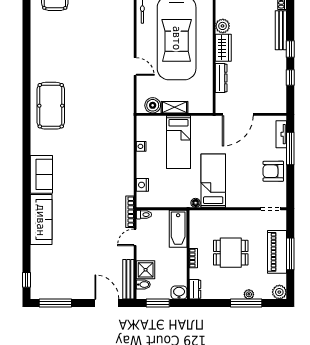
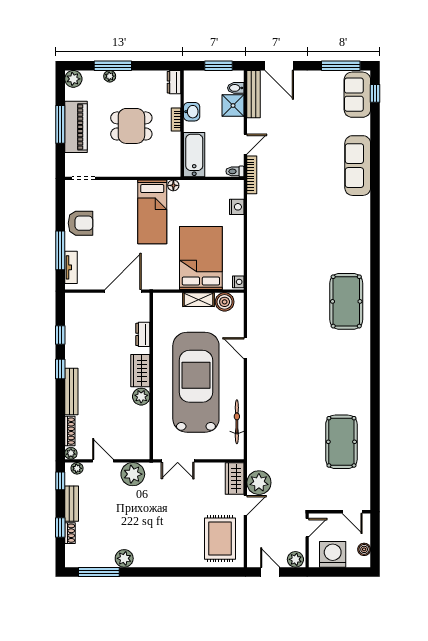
dresser: (221, 78) -> (143, 334), width x0.70
bed: (178, 142) -> (201, 258), width x1.50
nightstand: (141, 146) -> (238, 282), moved
sofa: (41, 174) -> (357, 95), moved
washbasin: (179, 293) -> (192, 112), moved, turned -90

